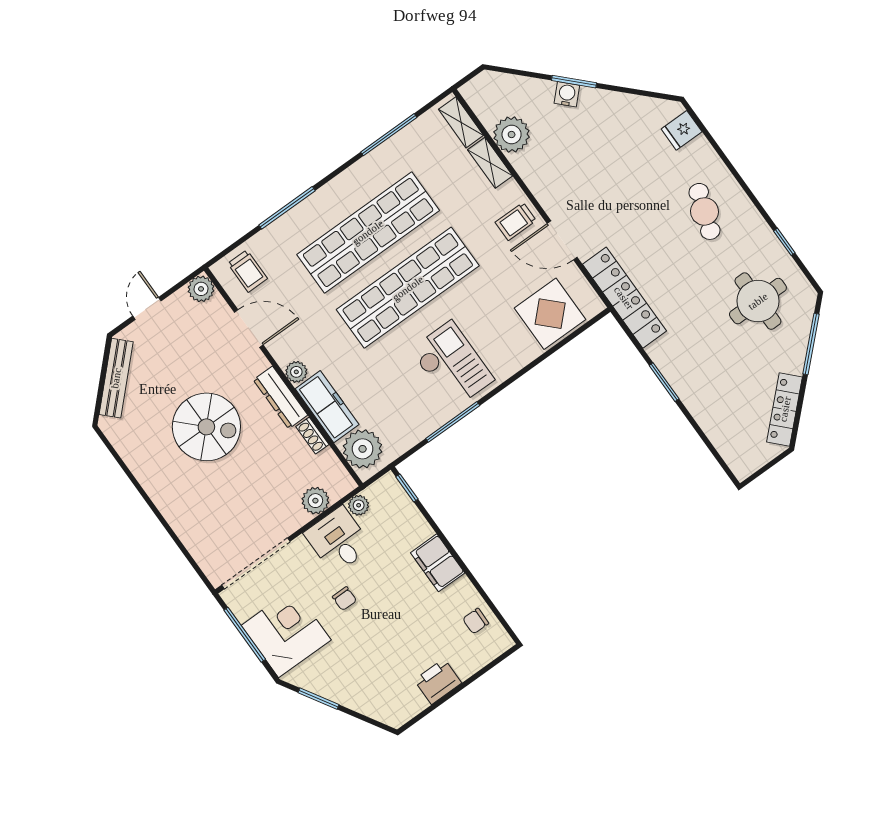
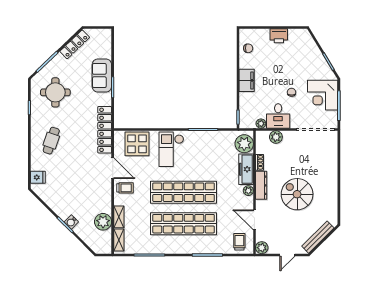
checkout: (452, 365) -> (171, 149), moved
sofa: (698, 389) -> (102, 76), added

